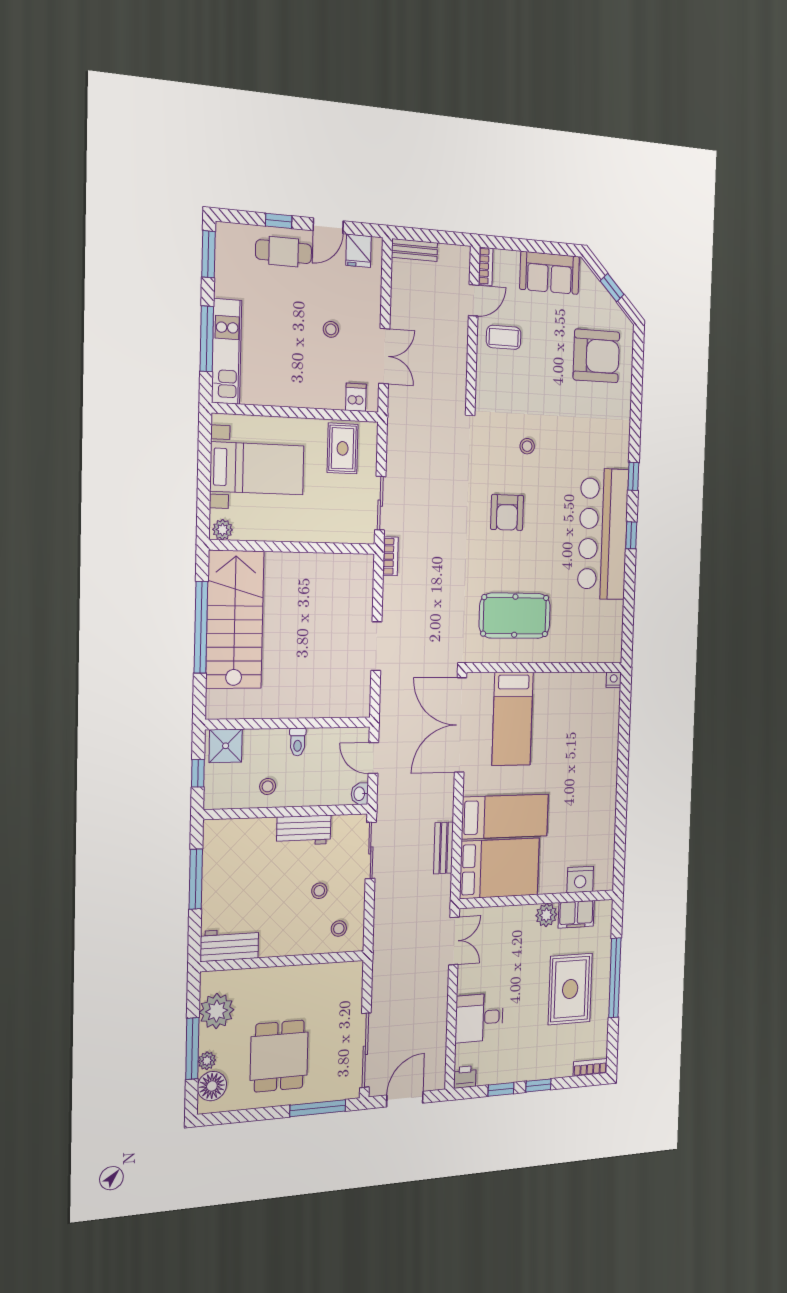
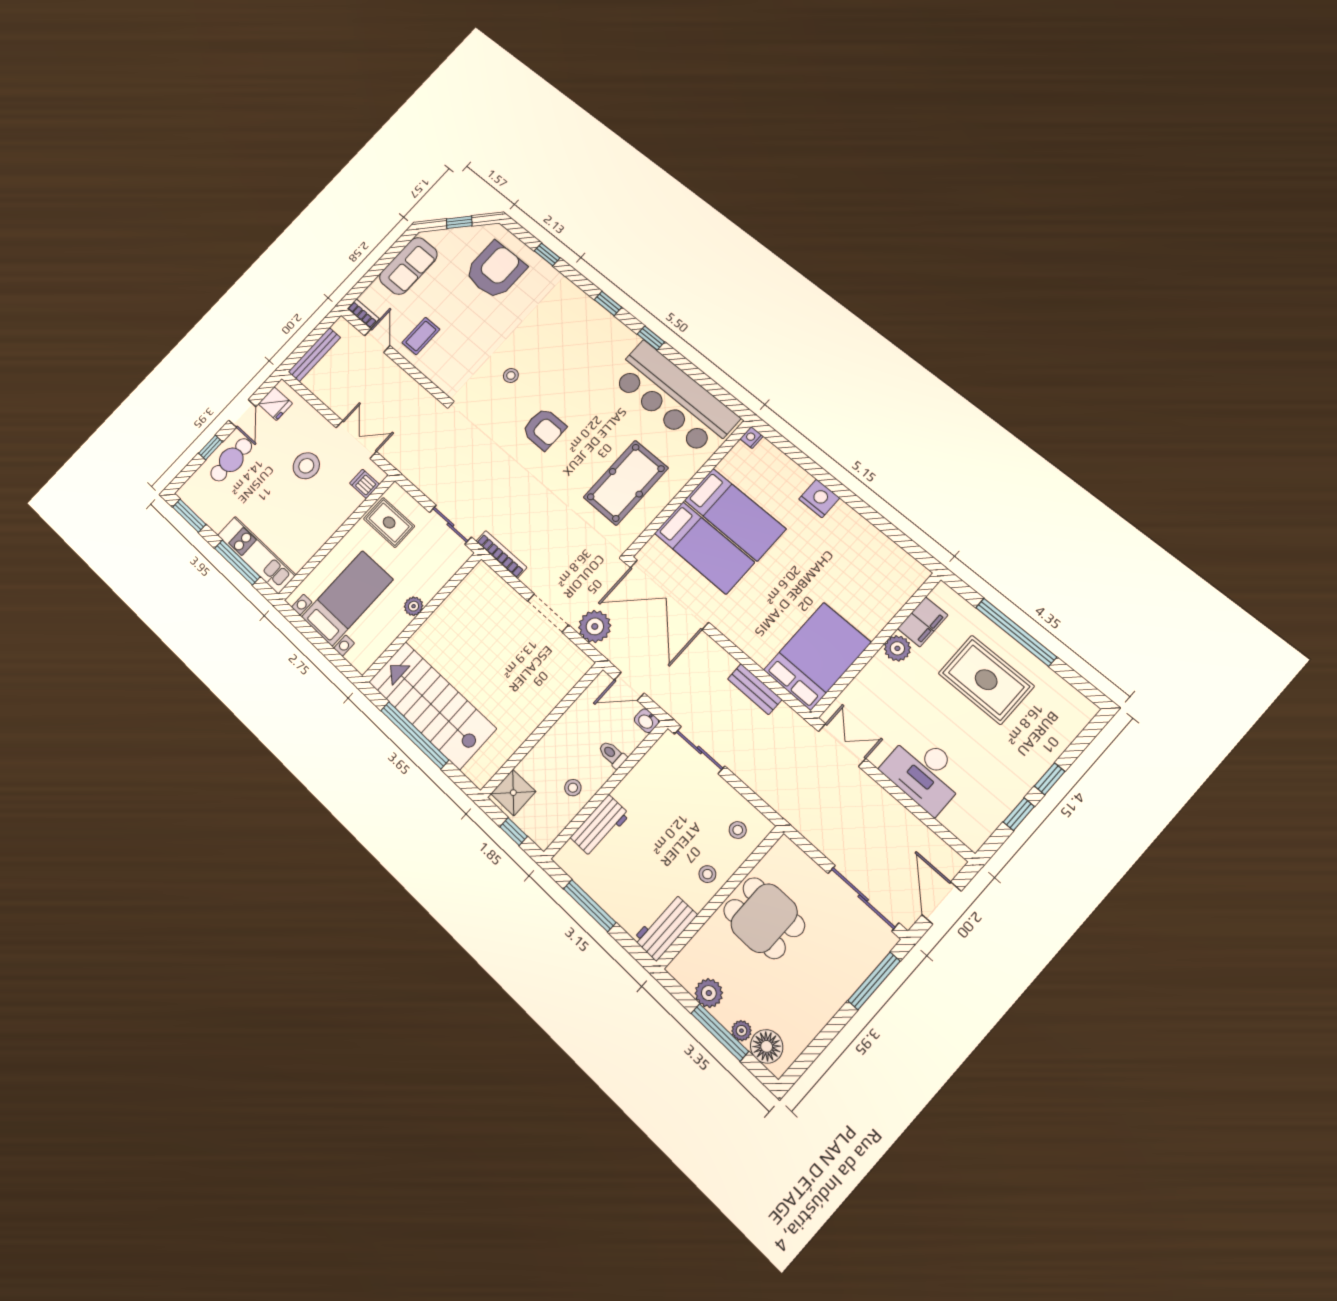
bench: (415, 250) -> (314, 355), width x1.36
stool: (331, 329) -> (306, 466), width x1.89, depth x1.89
window: (637, 390) -> (547, 254), added
plant: (223, 530) -> (414, 606), moved
bar counter: (603, 534) -> (674, 398), moved
bookcase: (390, 556) -> (501, 554), width x1.56
plant: (395, 691) -> (595, 626), added
toilet: (298, 742) -> (612, 754), moved, turned 180
bed: (505, 817) -> (735, 514), moved, turned 90
workbench: (304, 830) -> (600, 826), moved
nightstand: (580, 880) -> (819, 499), moved, turned -90
stool: (319, 891) -> (707, 874), moved
plant: (217, 1011) -> (709, 993), width x0.73, depth x0.73
desk: (479, 1018) -> (924, 772), width x1.37
dining table: (279, 1056) -> (764, 918), moved
bookcase: (590, 1067) -> (1080, 719), removed
printer: (465, 1077) -> (974, 836), removed

